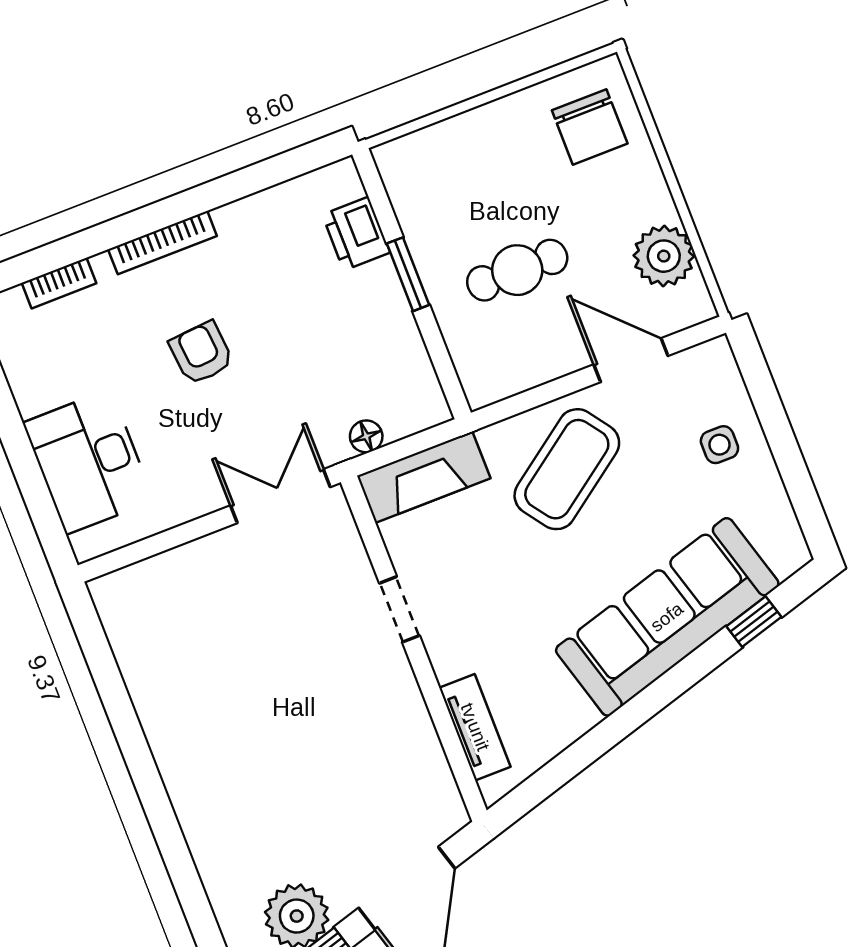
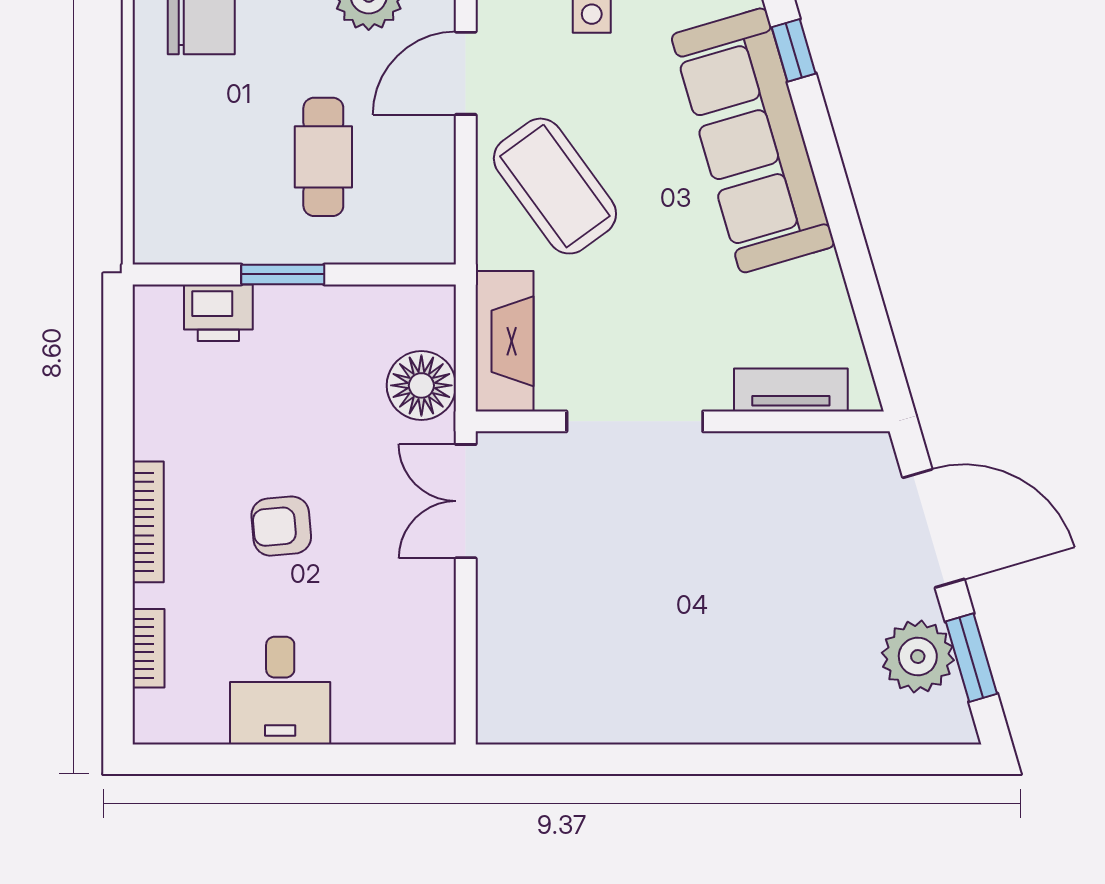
floor lamp: (366, 436) -> (421, 385), width x1.89, depth x1.89
desk: (88, 462) -> (280, 691), moved, width x0.73
doorway: (399, 609) -> (635, 421), width x1.87

